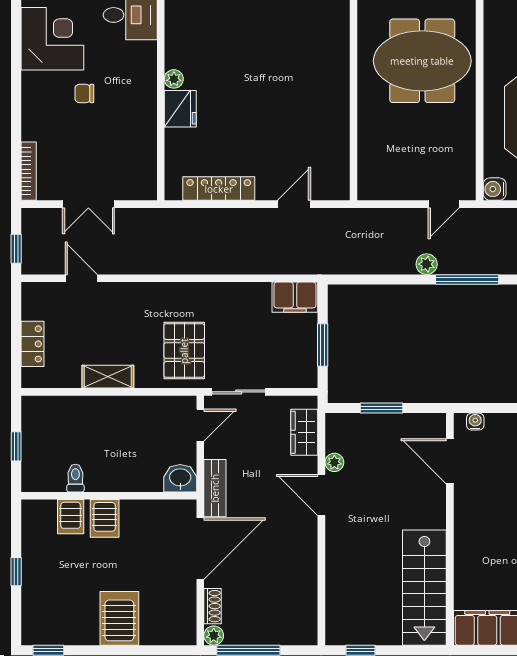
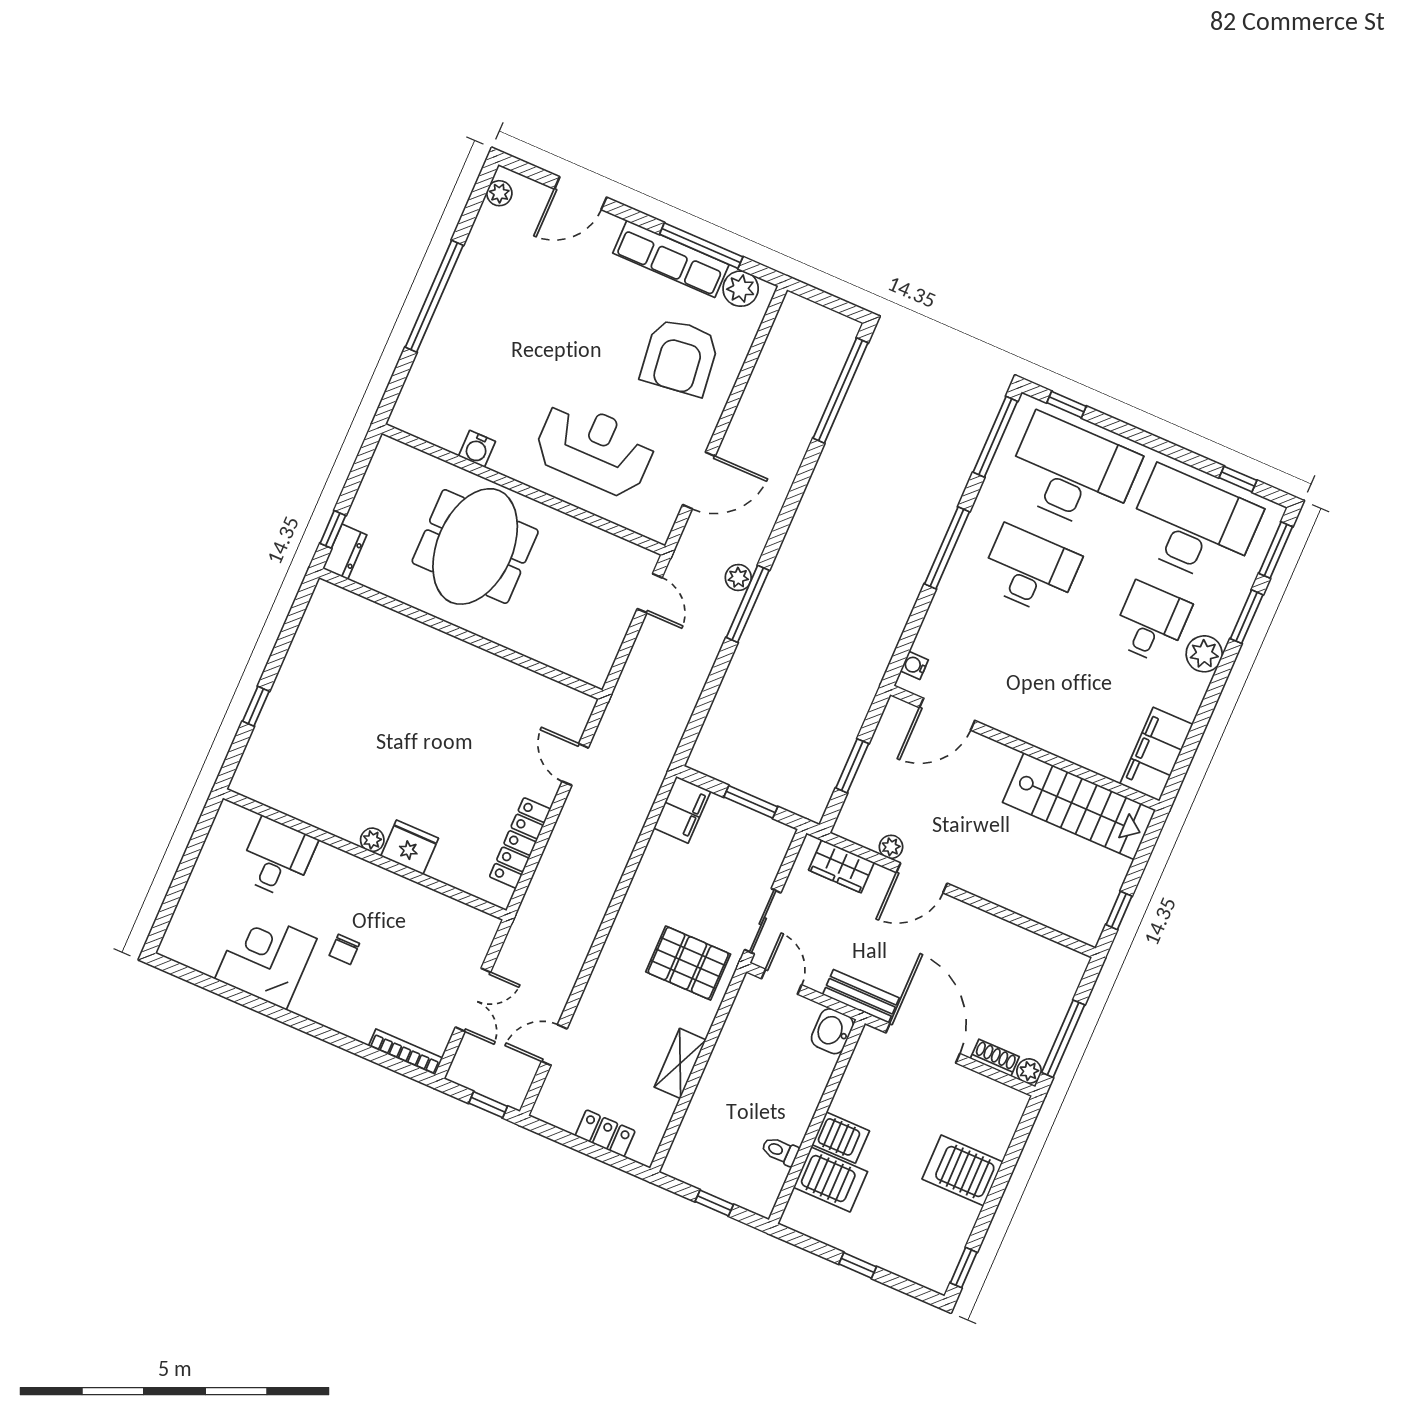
water cooler: (495, 189) -> (477, 449), moved
plant: (427, 264) -> (738, 578), moved
server rack: (71, 517) -> (831, 1180), width x1.36, depth x1.44

